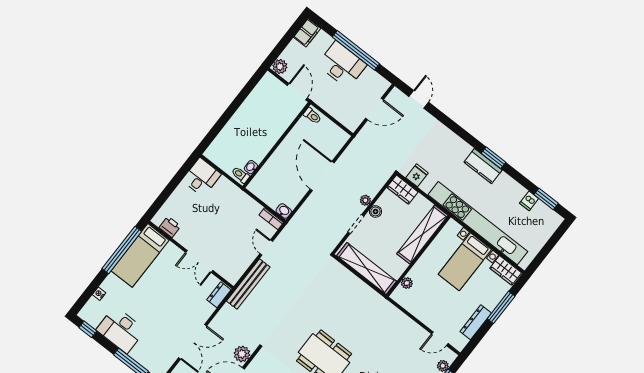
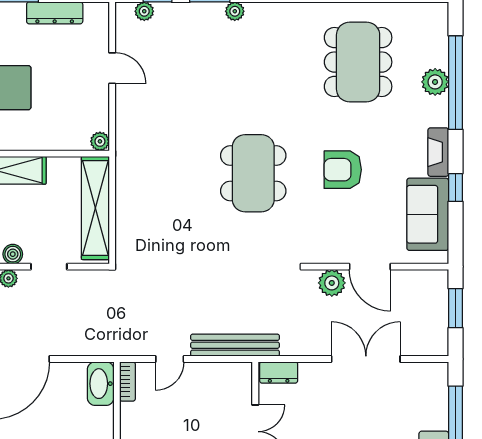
washbasin: (284, 211) -> (101, 384), width x1.91, depth x1.45
plant: (407, 283) -> (100, 141), moved
door: (440, 339) -> (112, 68), moved

